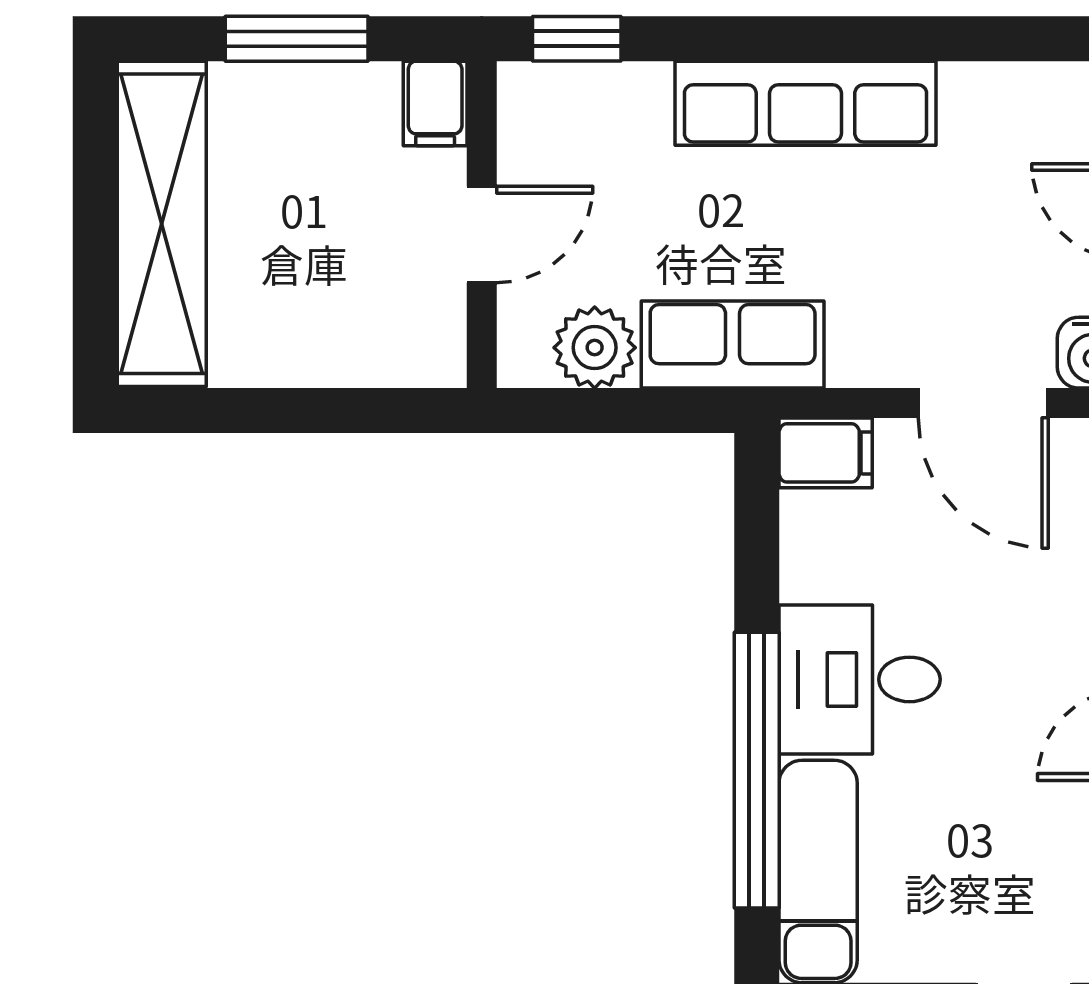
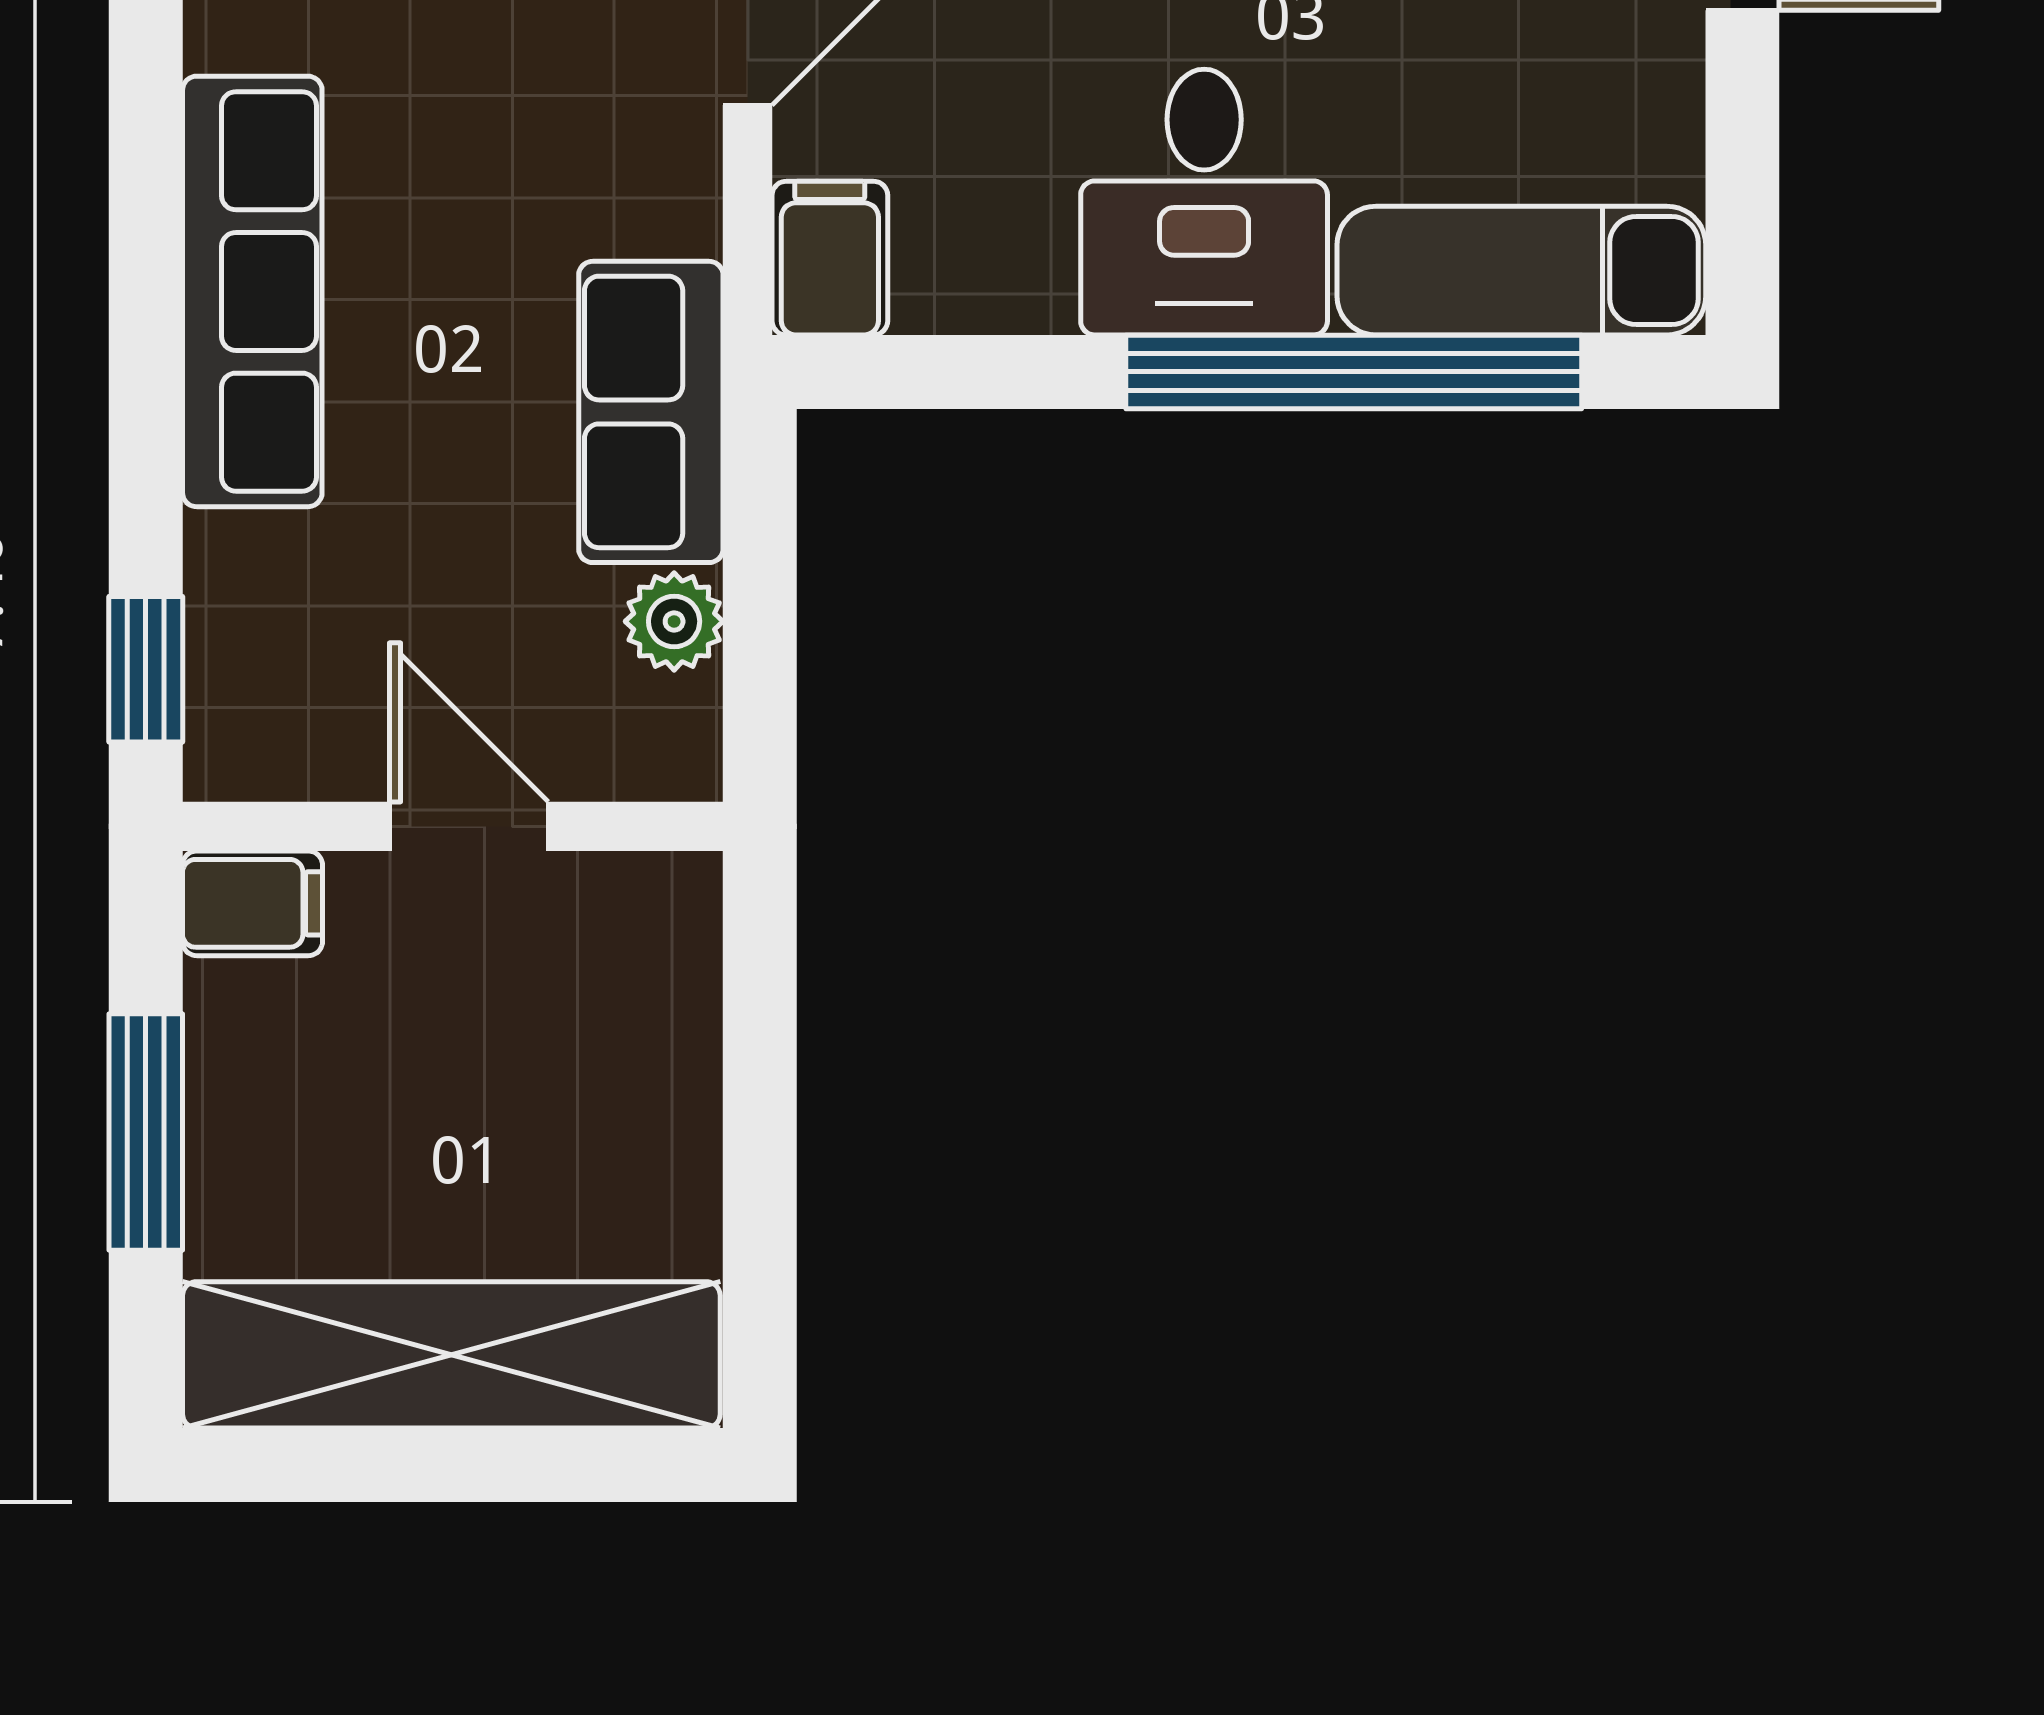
plant: (595, 348) -> (674, 621), width x0.73, depth x0.73

